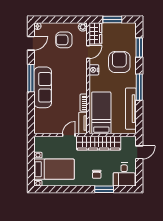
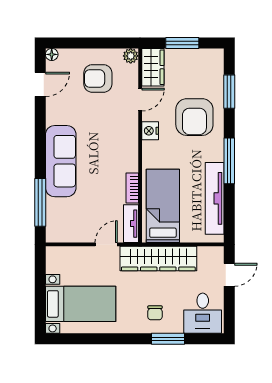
armchair: (119, 62) -> (194, 117), turned 180
window: (31, 78) -> (40, 202), moved

